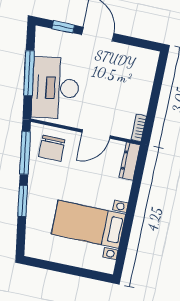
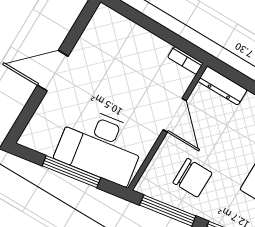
window: (63, 27) -> (29, 110), removed
chair: (52, 148) -> (193, 178), moved

